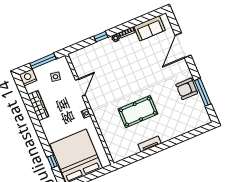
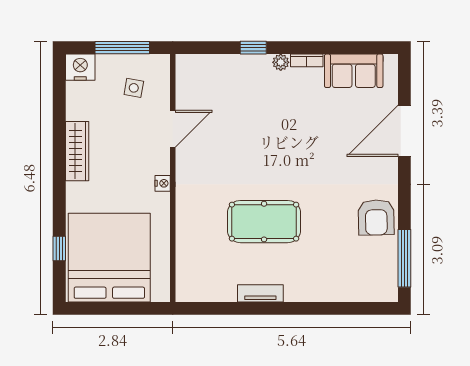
armchair: (187, 89) -> (376, 217), turned -91
window: (203, 92) -> (404, 258), moved
wardrobe: (38, 106) -> (77, 151), moved

